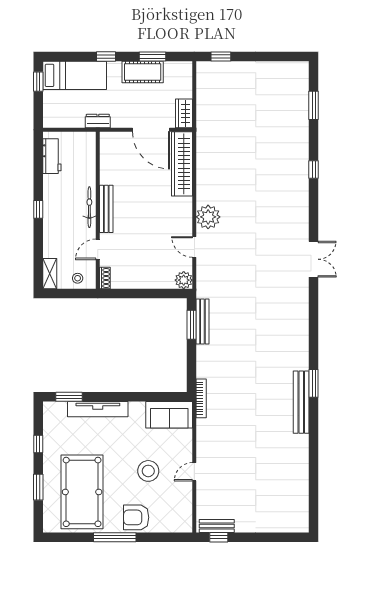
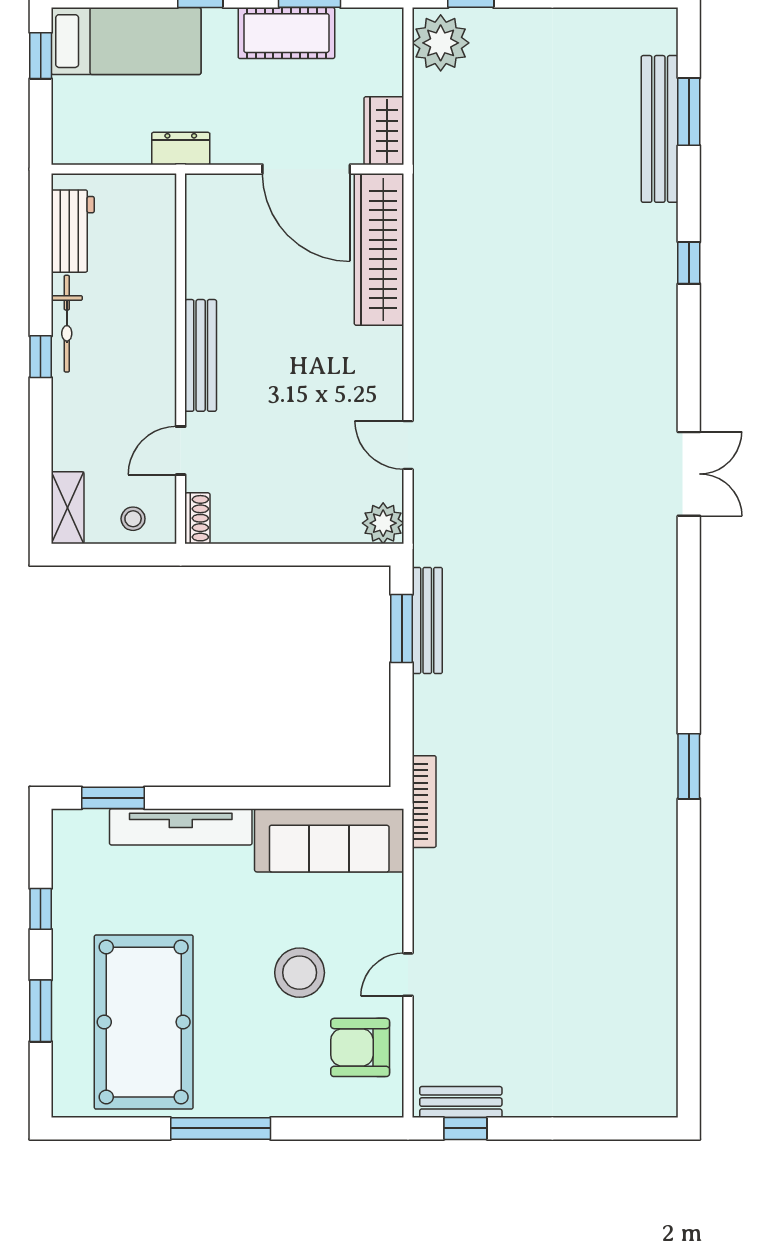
bicycle: (89, 207) -> (67, 324), moved, turned 180
plant: (208, 217) -> (441, 43), moved
bench: (301, 402) -> (660, 129), moved
sofa: (169, 415) -> (329, 840), width x1.36
armchair: (136, 517) -> (360, 1047), moved

